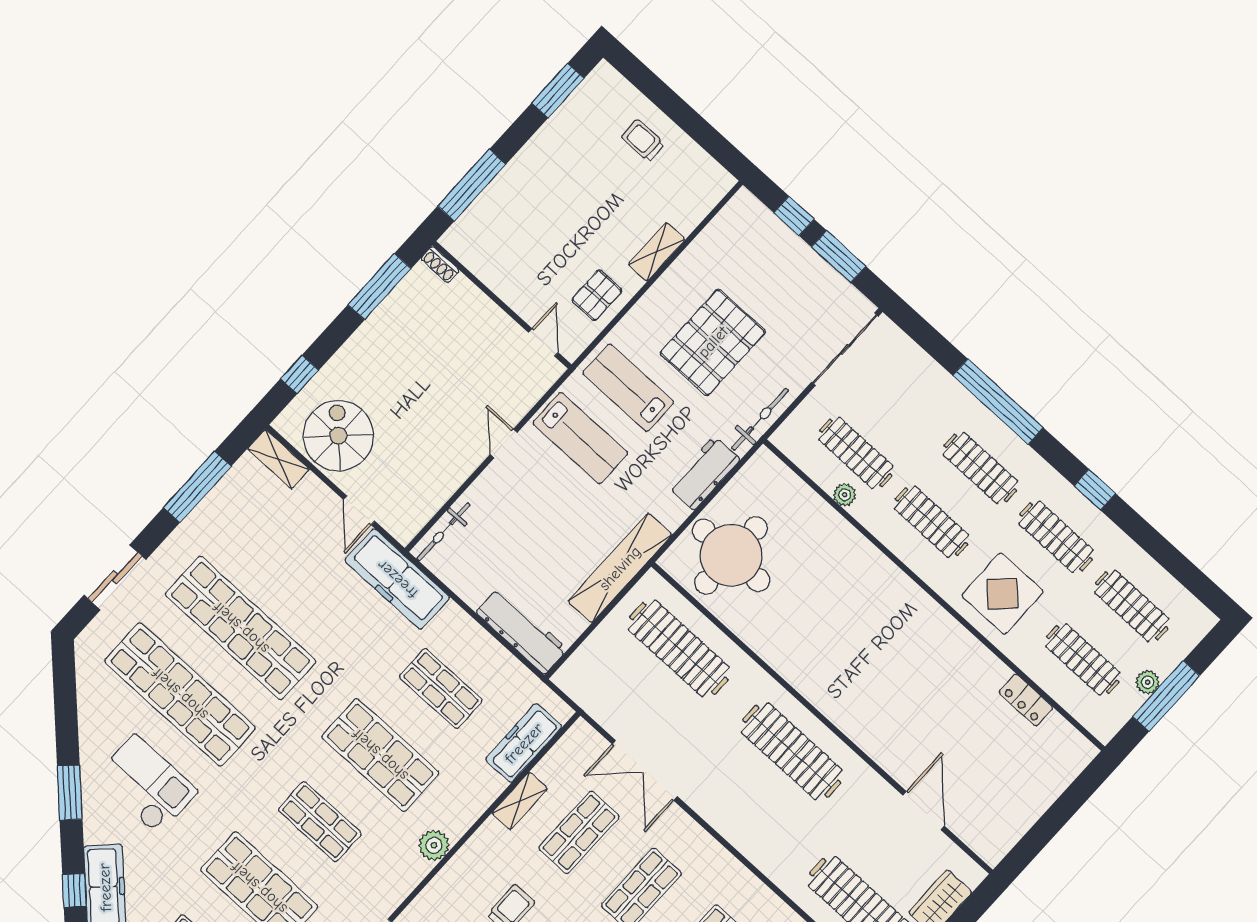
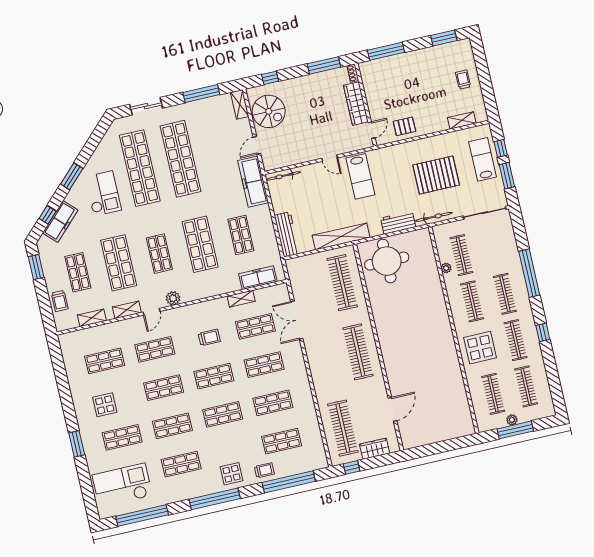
shelving: (657, 252) -> (462, 120), moved
wardrobe: (483, 315) -> (356, 104), added
lab bench: (628, 388) -> (483, 159), moved
spiral stairs: (338, 436) -> (269, 111), turned 90
door: (504, 443) -> (330, 158), swing flipped
locker: (1026, 700) -> (461, 394), removed
plant: (434, 845) -> (173, 298), moved

